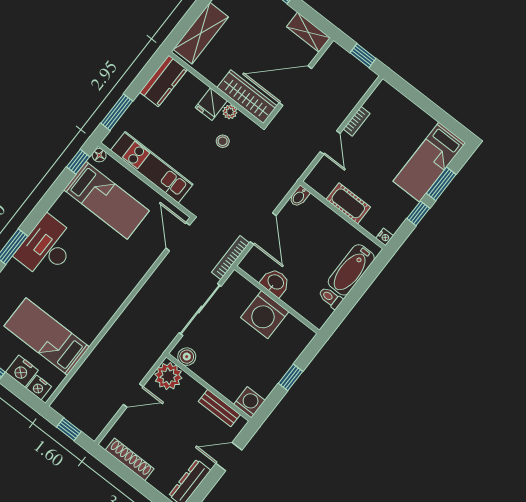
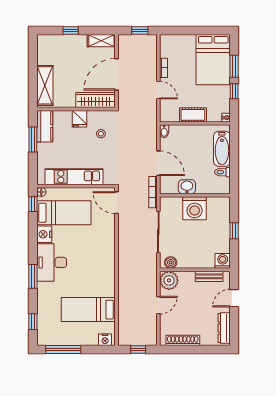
window: (117, 112) -> (33, 140), moved
plant: (230, 112) -> (93, 115), removed
bed: (429, 162) -> (213, 60), width x1.50
nightstand: (22, 371) -> (44, 234), moved, turned 90

